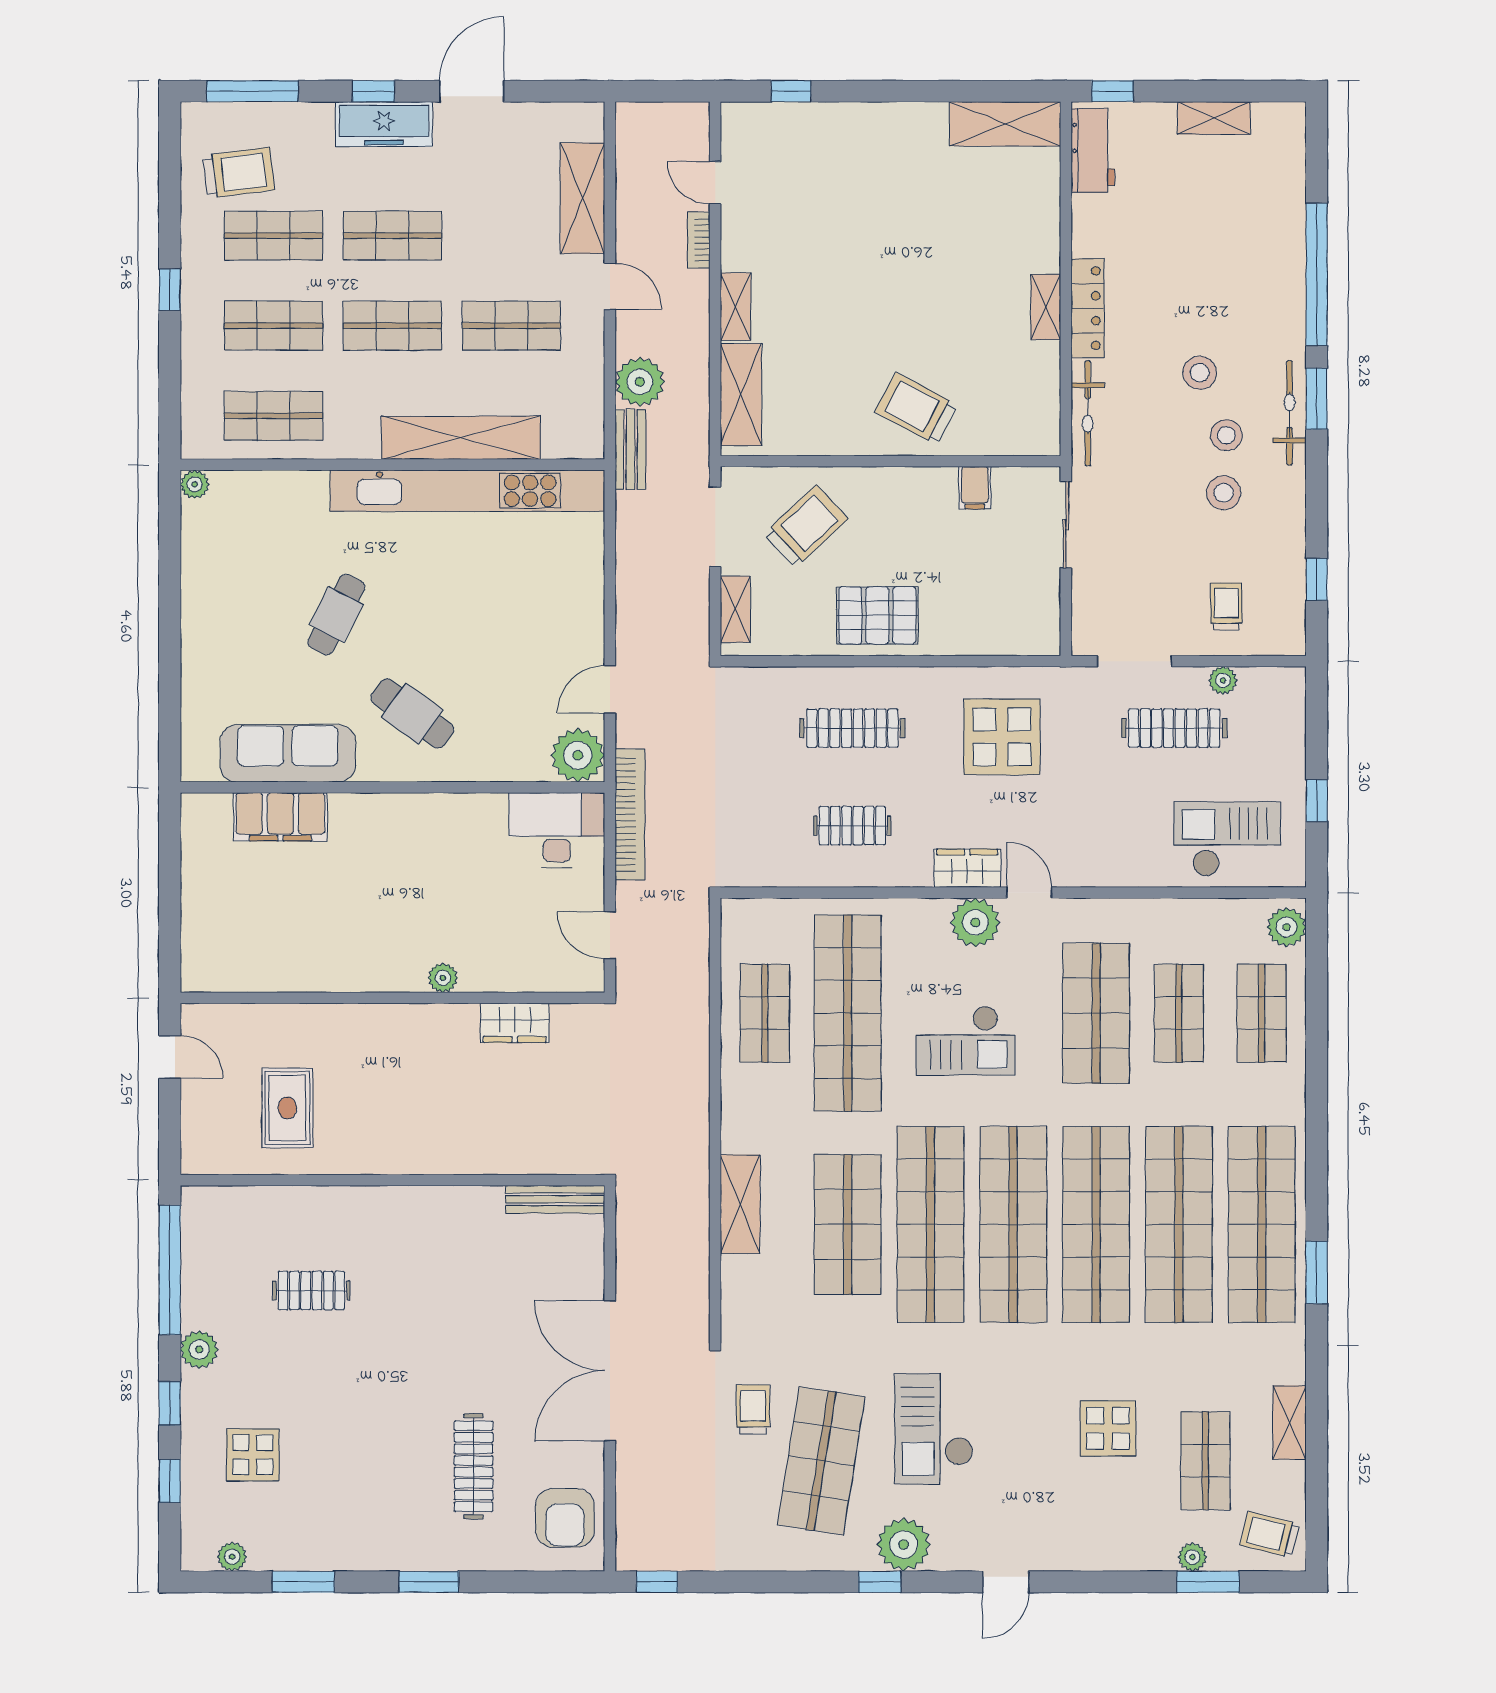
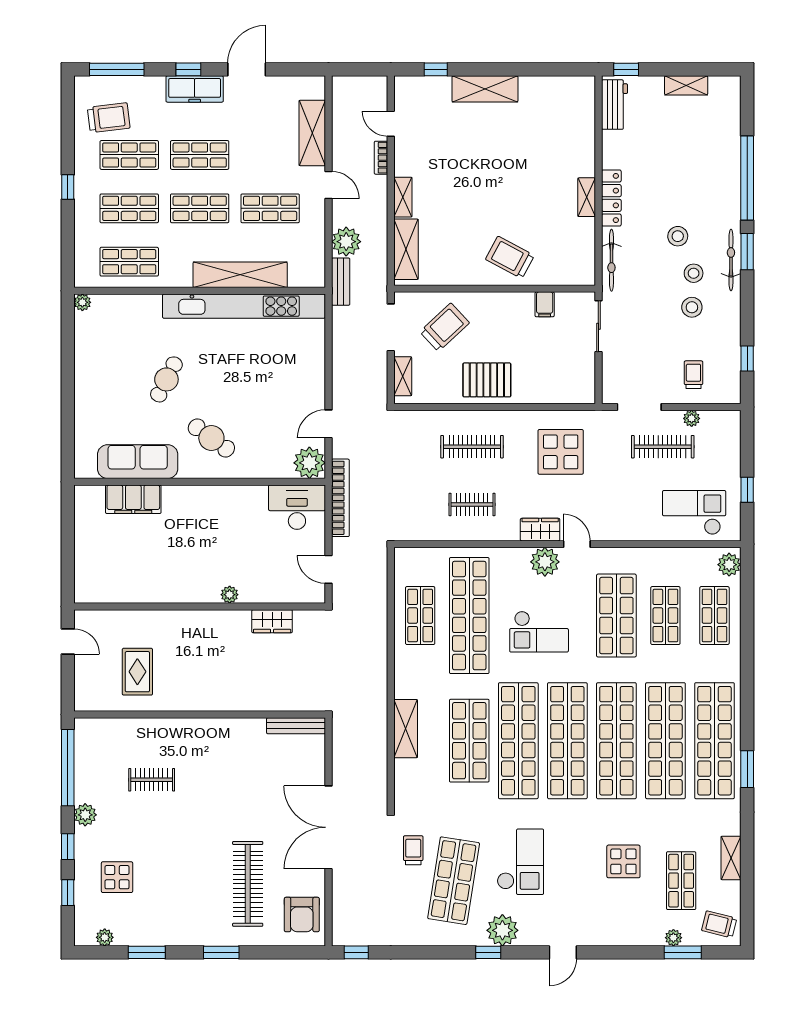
shelving: (1005, 124) -> (485, 89), moved
checkout: (934, 1429) -> (520, 862), turned 180
clothes rail: (474, 1466) -> (248, 884), width x1.37, depth x1.31

